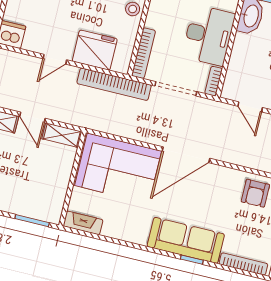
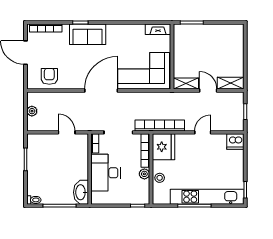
plant: (153, 20) -> (144, 174), added
fridge: (95, 50) -> (163, 147), moved, turned -90
sofa: (186, 240) -> (88, 34), width x0.73

